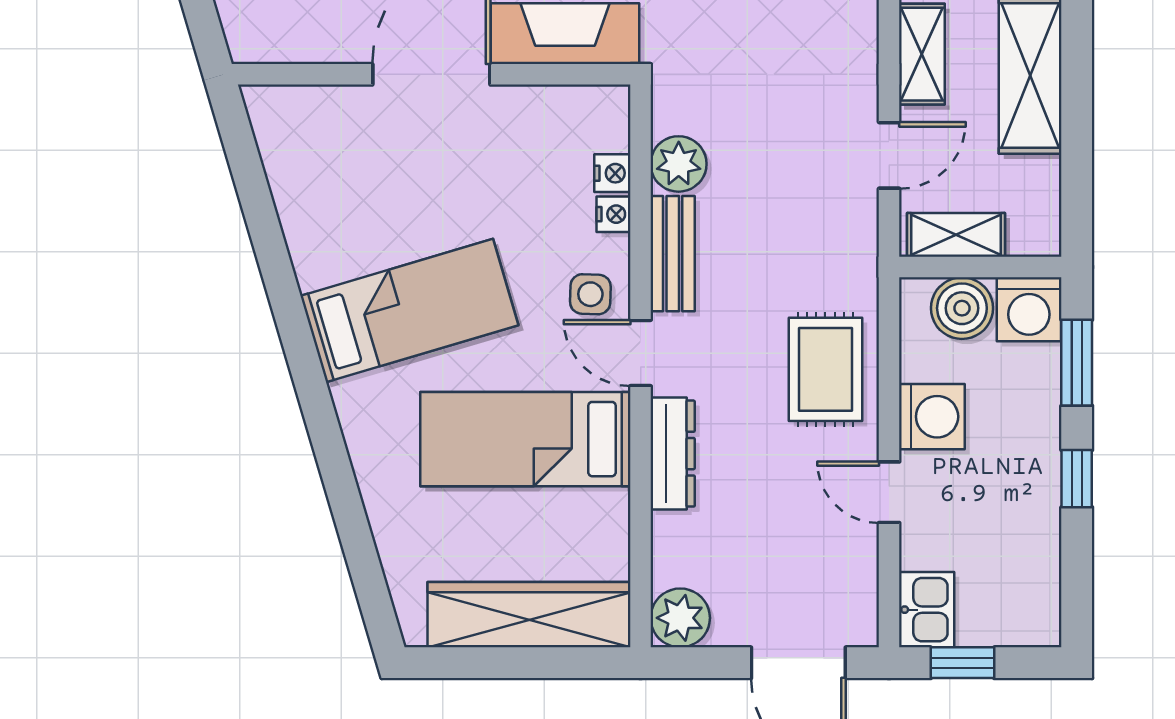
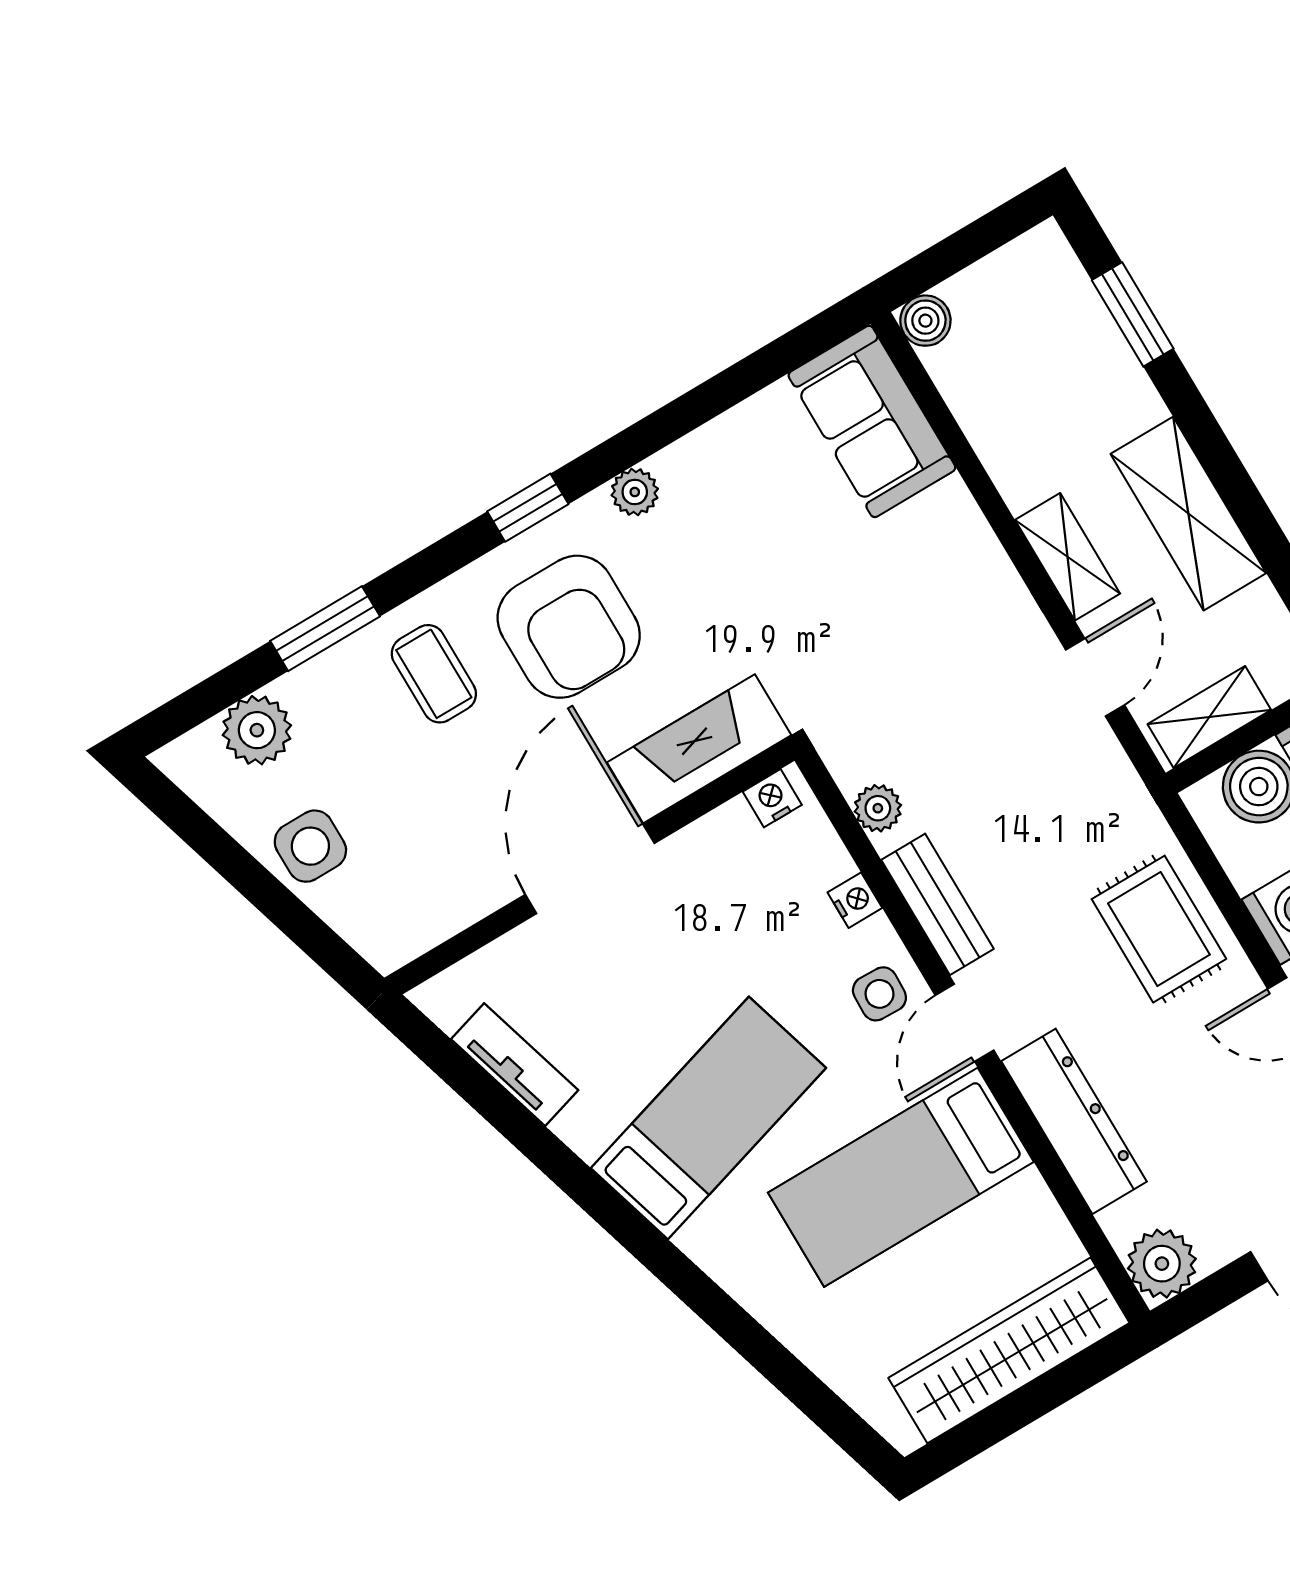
plant: (679, 164) -> (878, 808), width x0.73, depth x0.73
nightstand: (612, 173) -> (772, 798), moved, turned -90
tv unit: (290, 186) -> (515, 1065), added
door: (641, 353) -> (965, 1023), hinge flipped
dresser: (673, 454) -> (1074, 1121), width x1.37, depth x1.24

